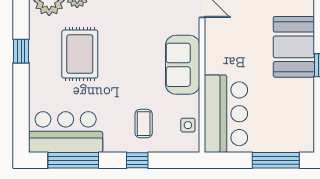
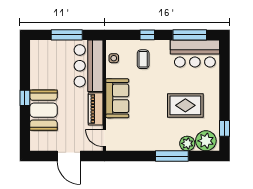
piano: (215, 49) -> (96, 109), added
window: (21, 51) -> (224, 128), moved
rug: (80, 54) -> (185, 105), turned 90
window: (276, 160) -> (67, 35), moved

